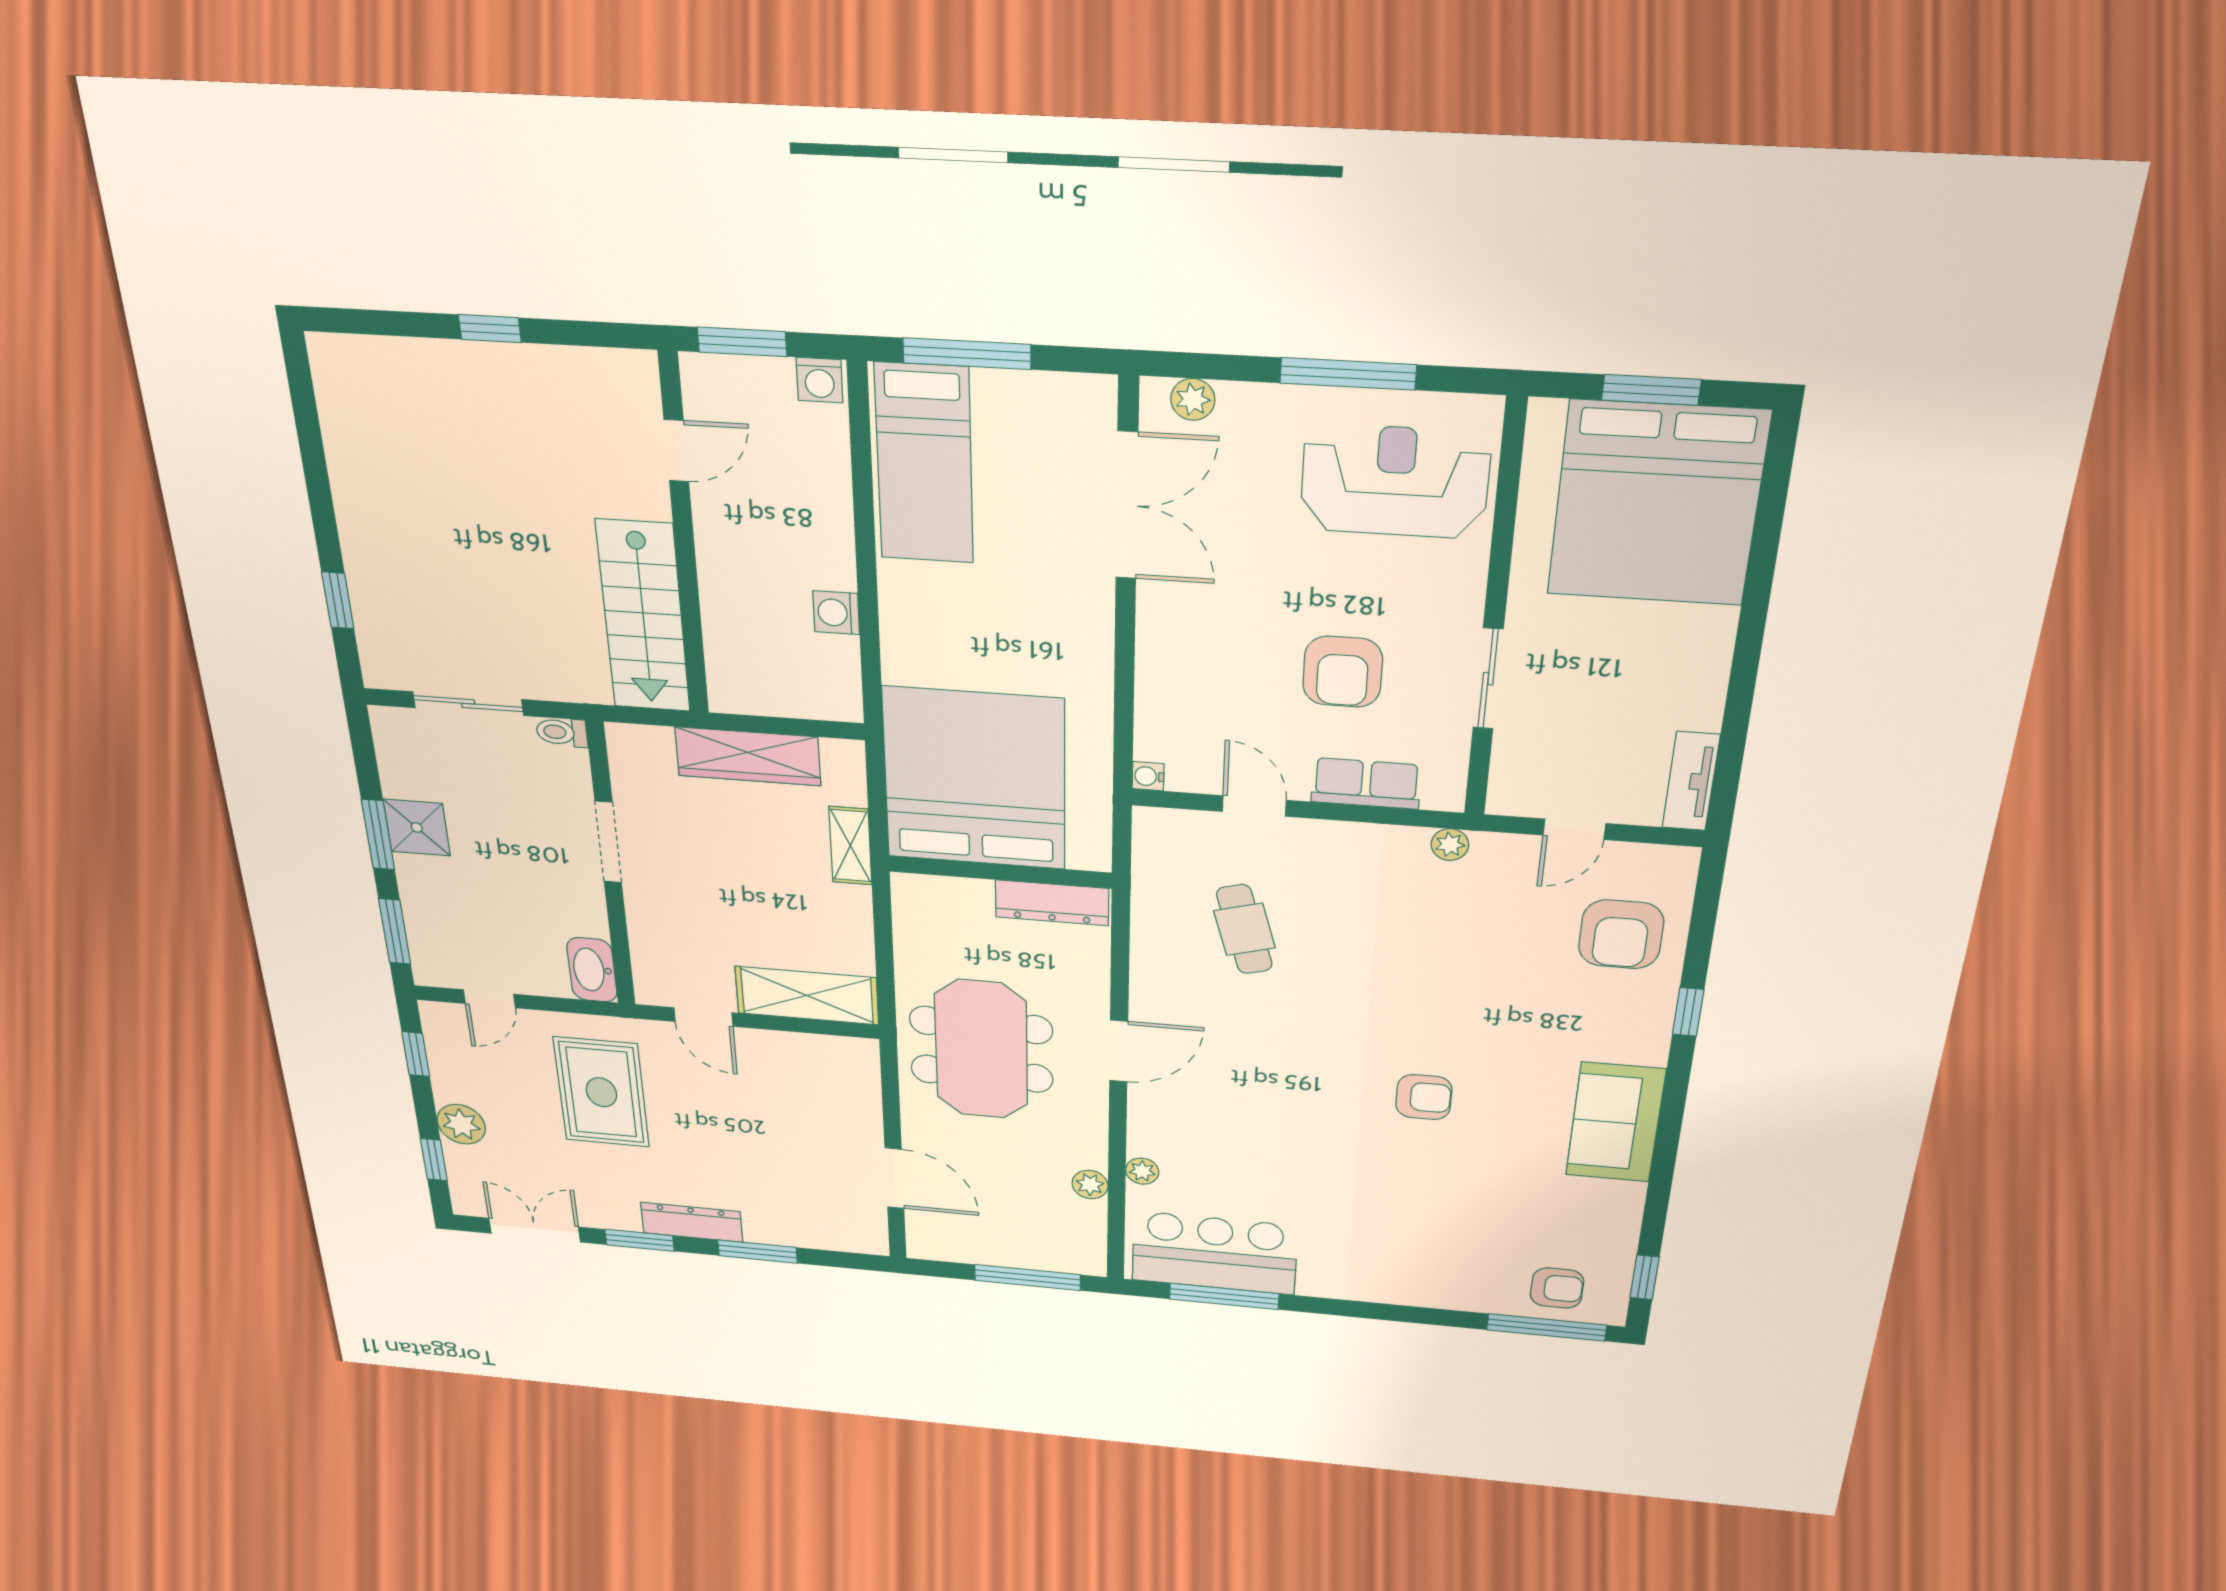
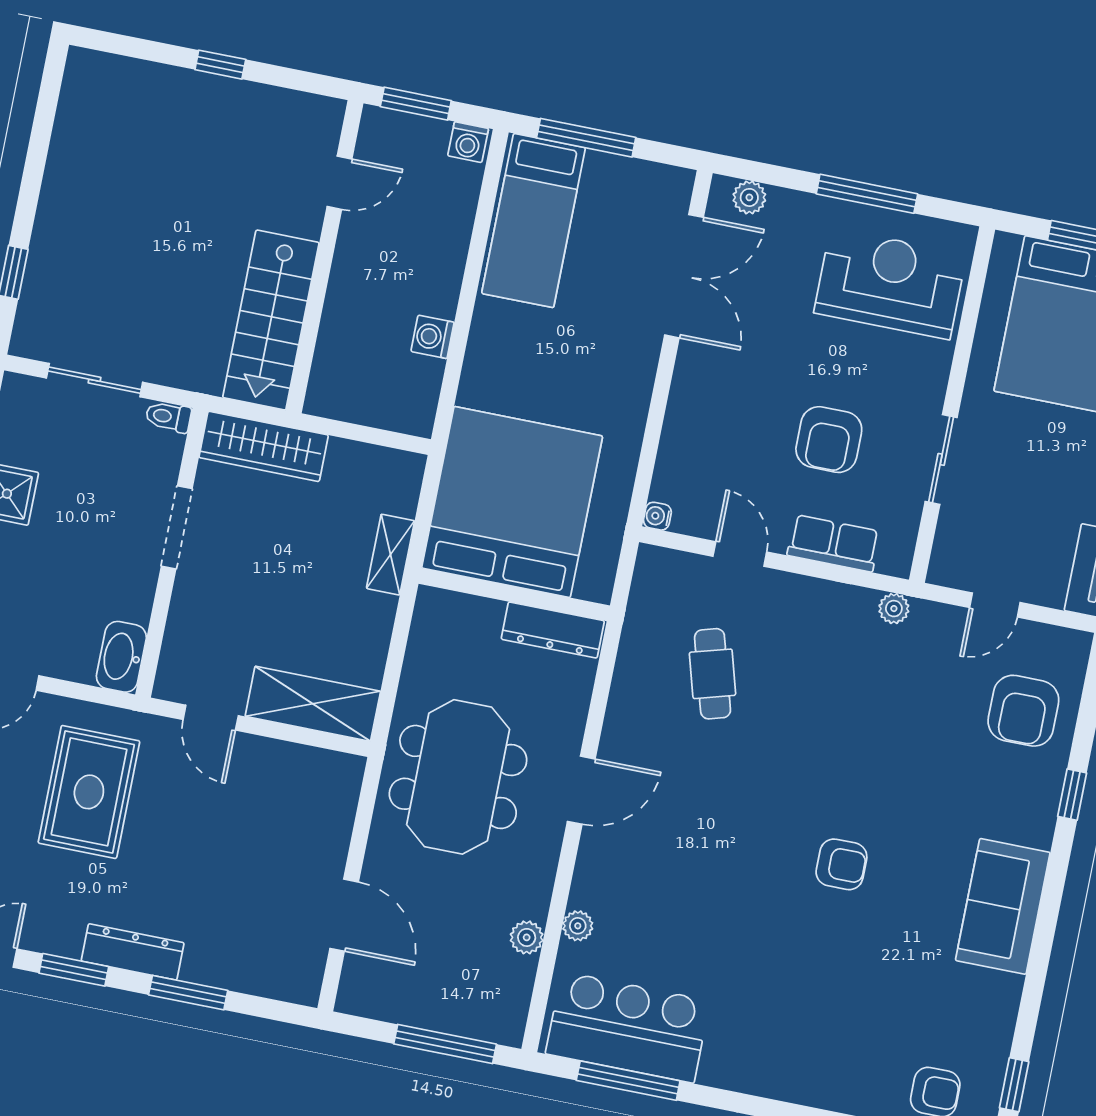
wardrobe: (748, 756) -> (264, 446), moved

